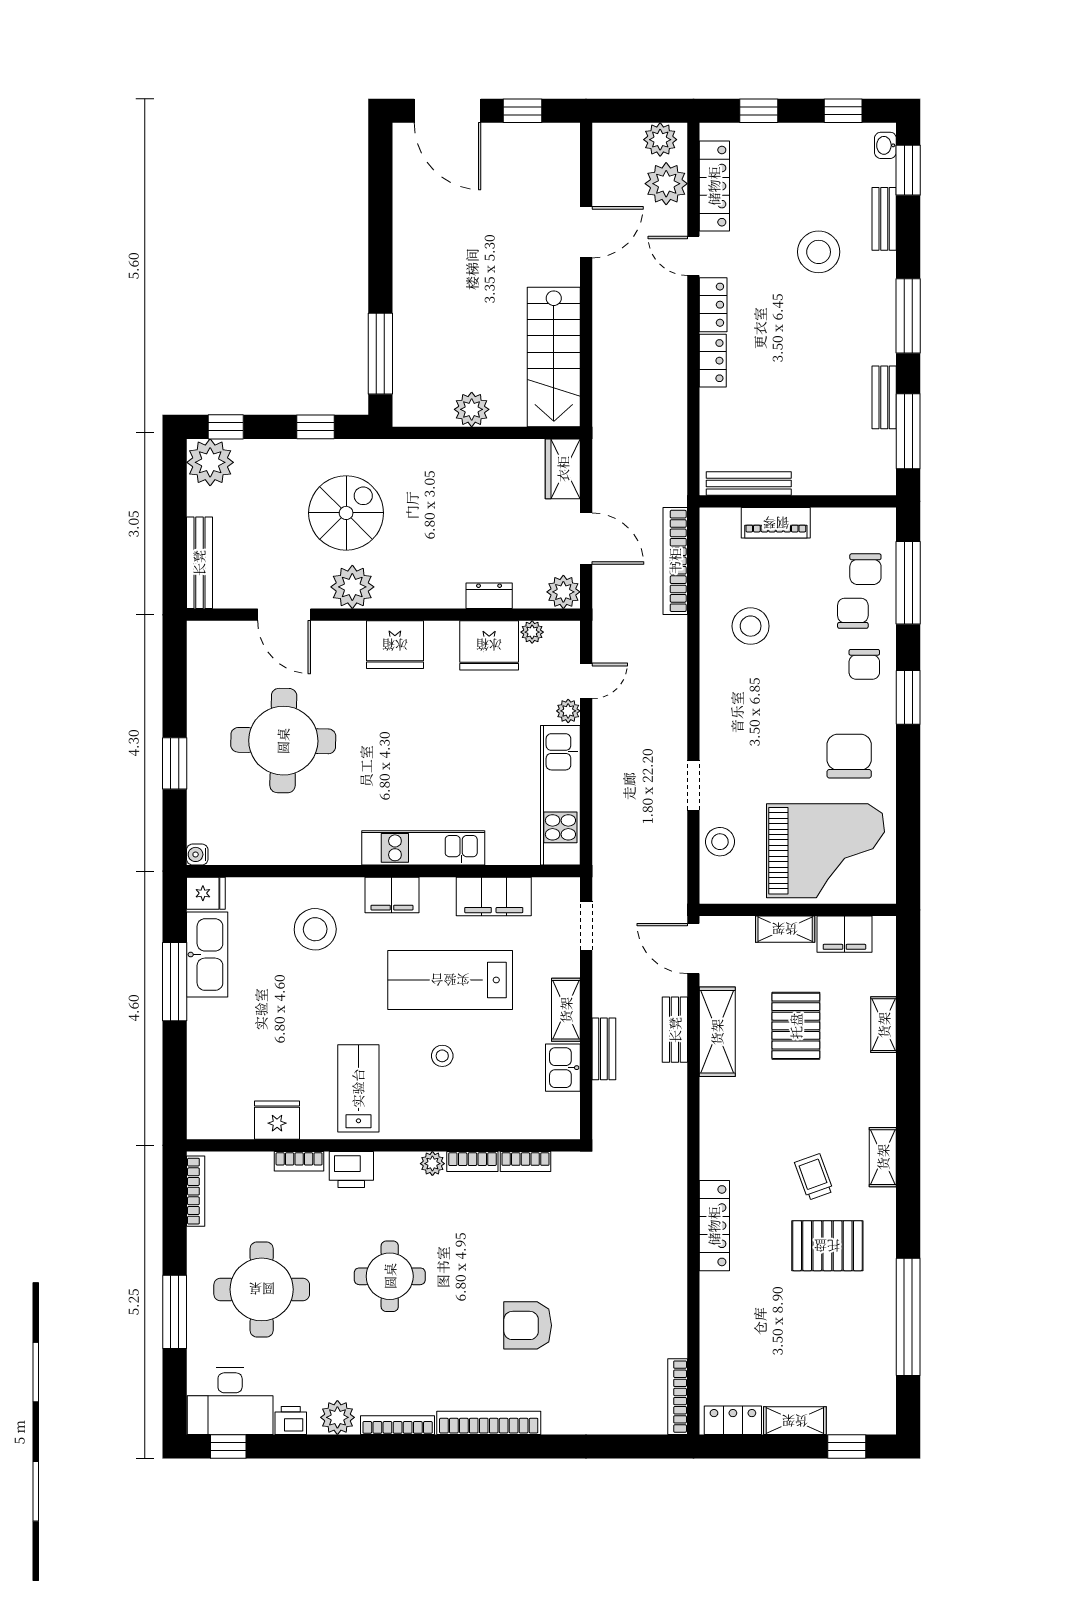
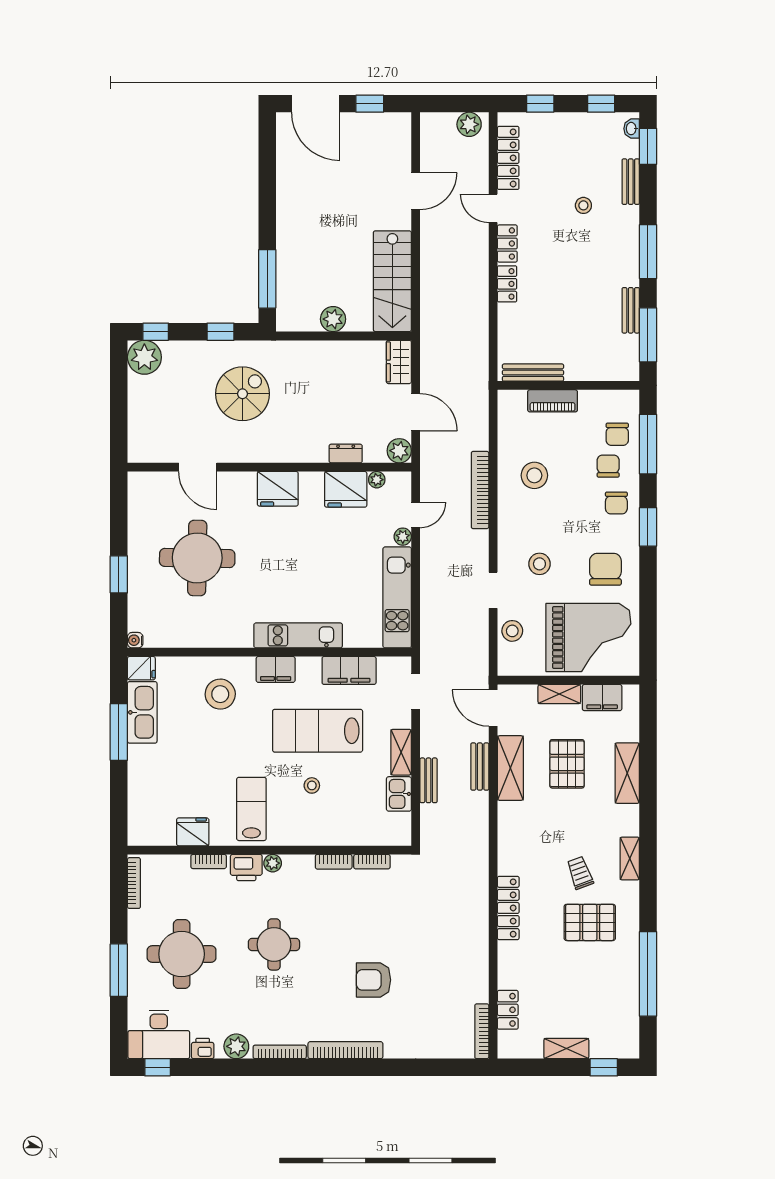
plant: (666, 184) -> (473, 156), removed
stool: (819, 252) -> (583, 205), width x0.53, depth x0.53
bookcase: (675, 561) -> (480, 490), moved
bench: (199, 563) -> (137, 430), removed
plant: (352, 587) -> (247, 447), removed
stool: (758, 749) -> (539, 564), added
shelving: (884, 1025) -> (627, 773), width x1.50, depth x1.33
plant: (432, 1164) -> (273, 863), moved
locker: (733, 1420) -> (508, 1010), moved, turned 90

